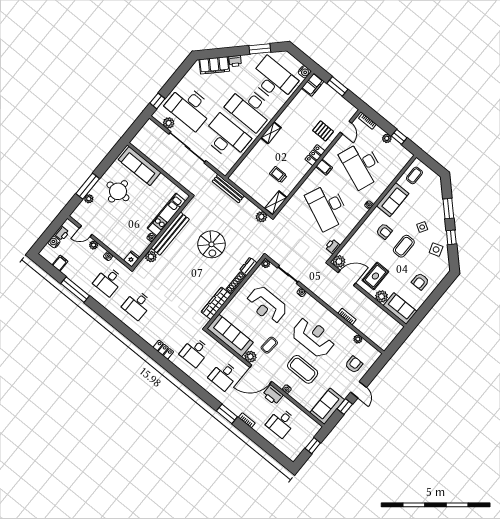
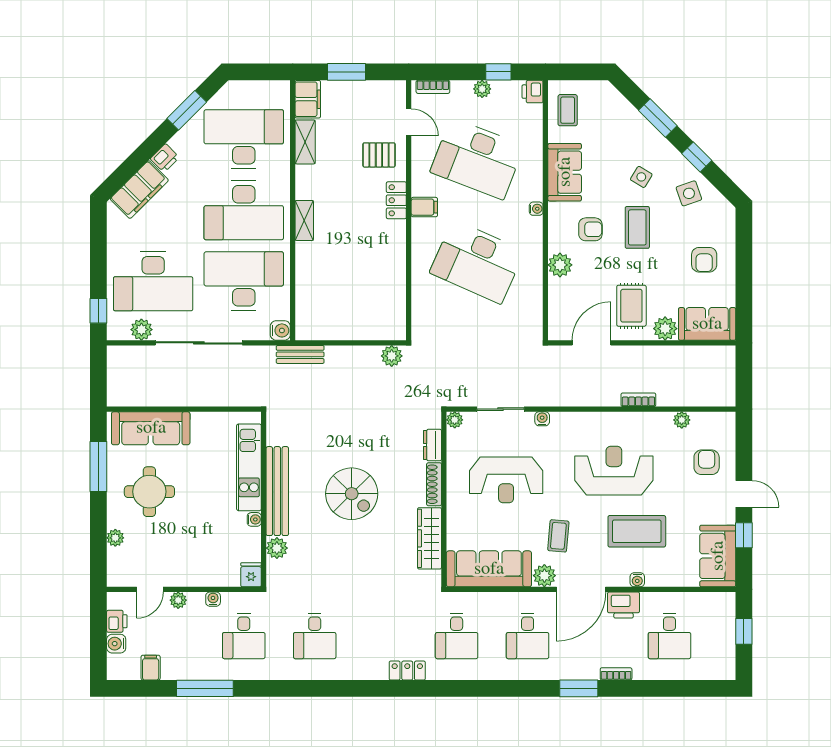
water cooler: (305, 72) -> (280, 330), moved
trolley: (278, 175) -> (366, 274), removed
window: (88, 186) -> (98, 466), moved
bench: (228, 189) -> (300, 354), width x0.73
shelving: (276, 203) -> (305, 142), moved
spiral stairs: (211, 244) -> (352, 494), moved
printer: (333, 246) -> (533, 92), moved
plant: (339, 261) -> (560, 265), moved

